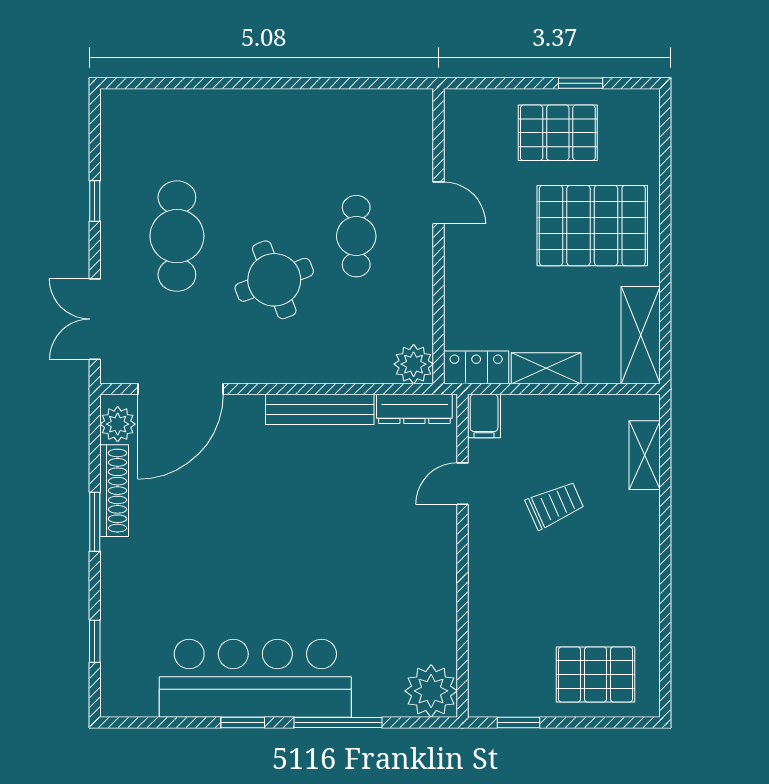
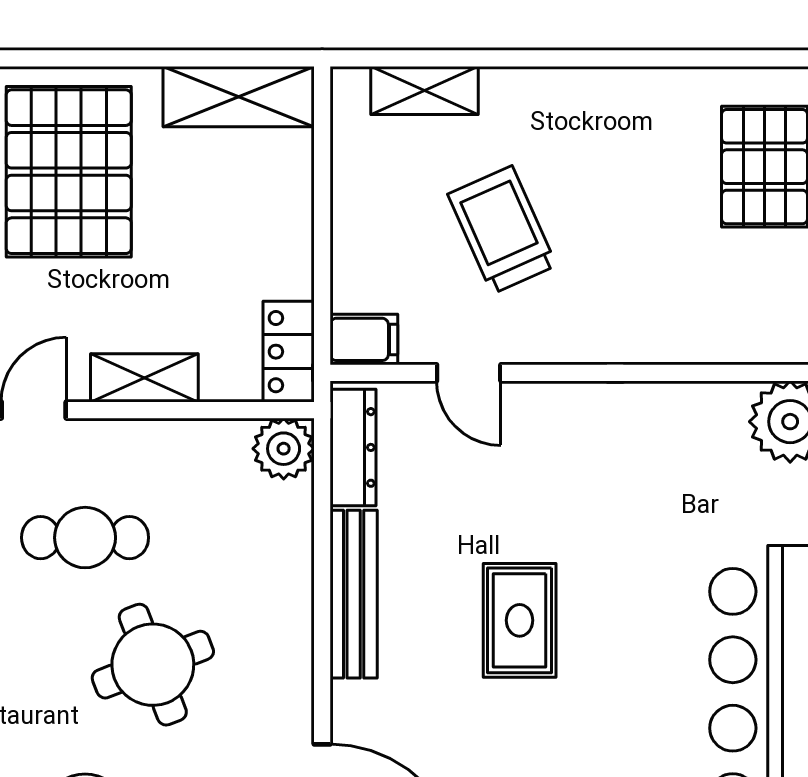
shelving: (546, 368) -> (144, 378), moved, turned 90
trolley: (555, 505) -> (502, 230), width x1.36, depth x1.39
rug: (303, 516) -> (520, 620), added

